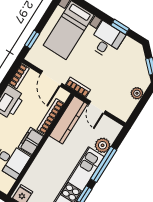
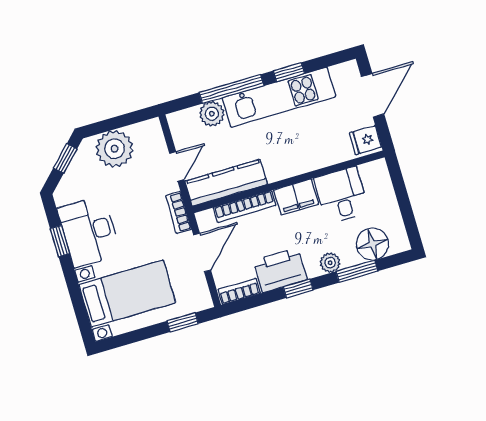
desk: (106, 40) -> (89, 231), width x1.37
plant: (137, 93) -> (115, 149), width x1.87, depth x1.87

